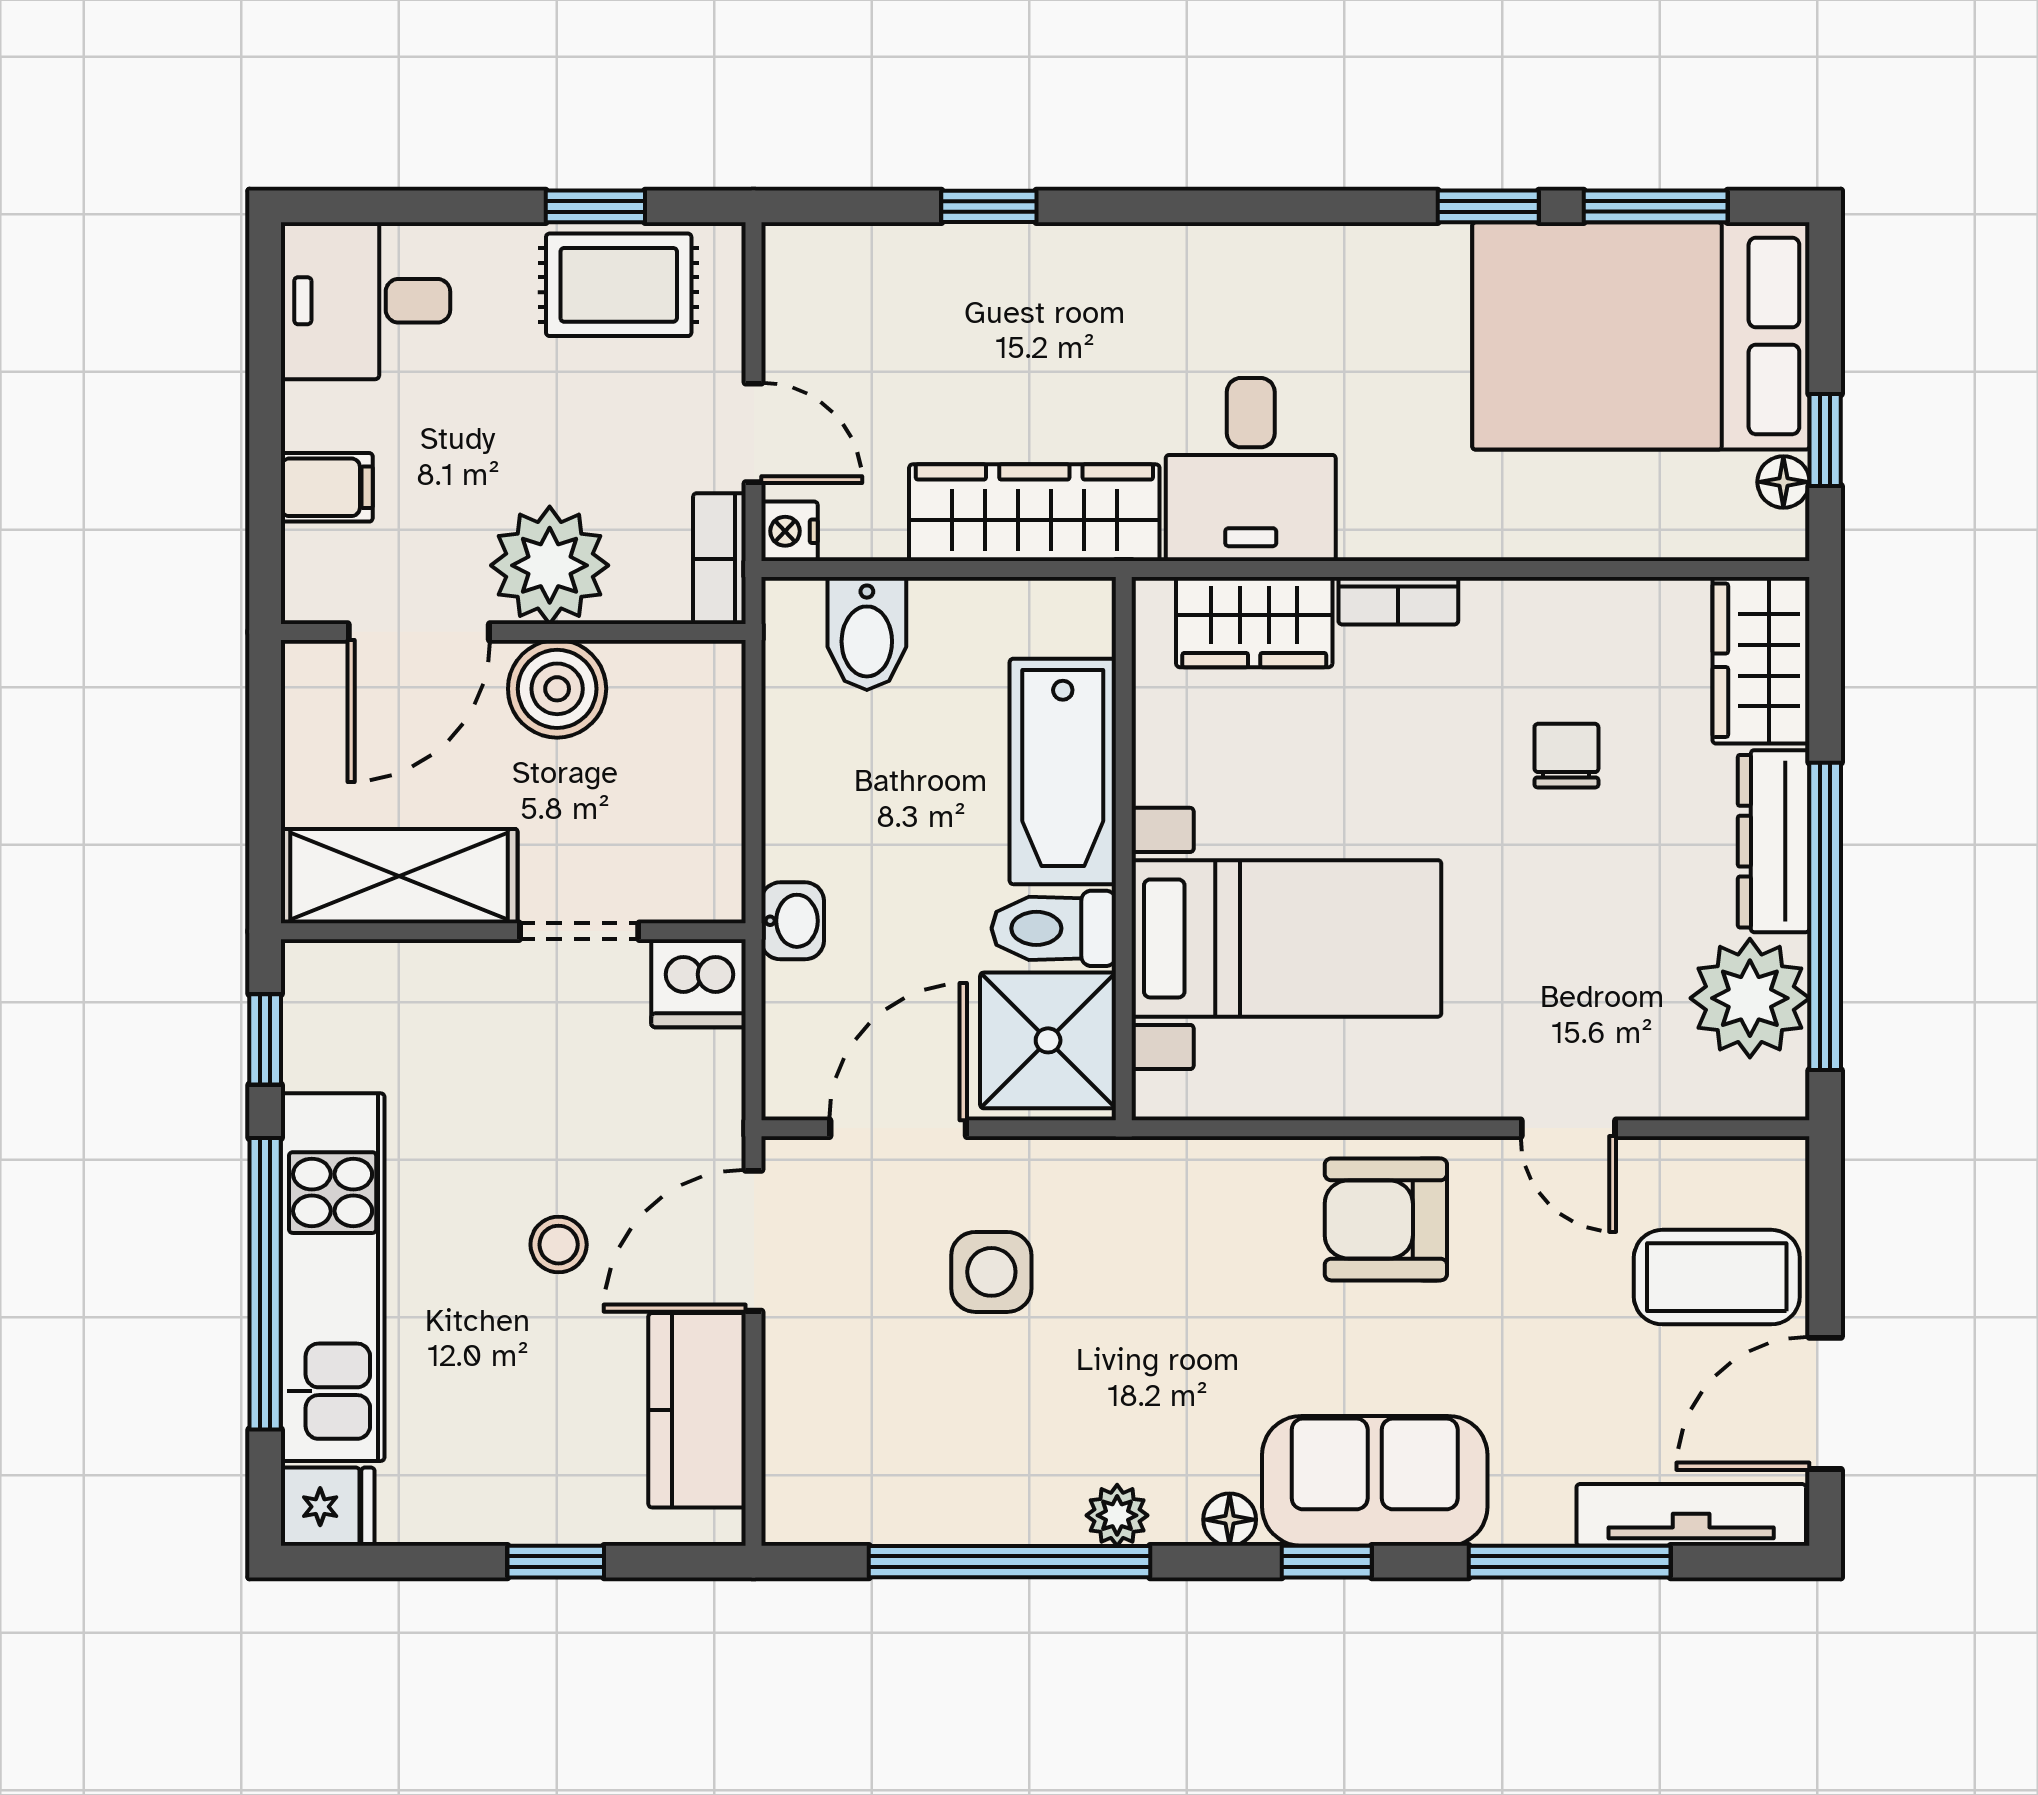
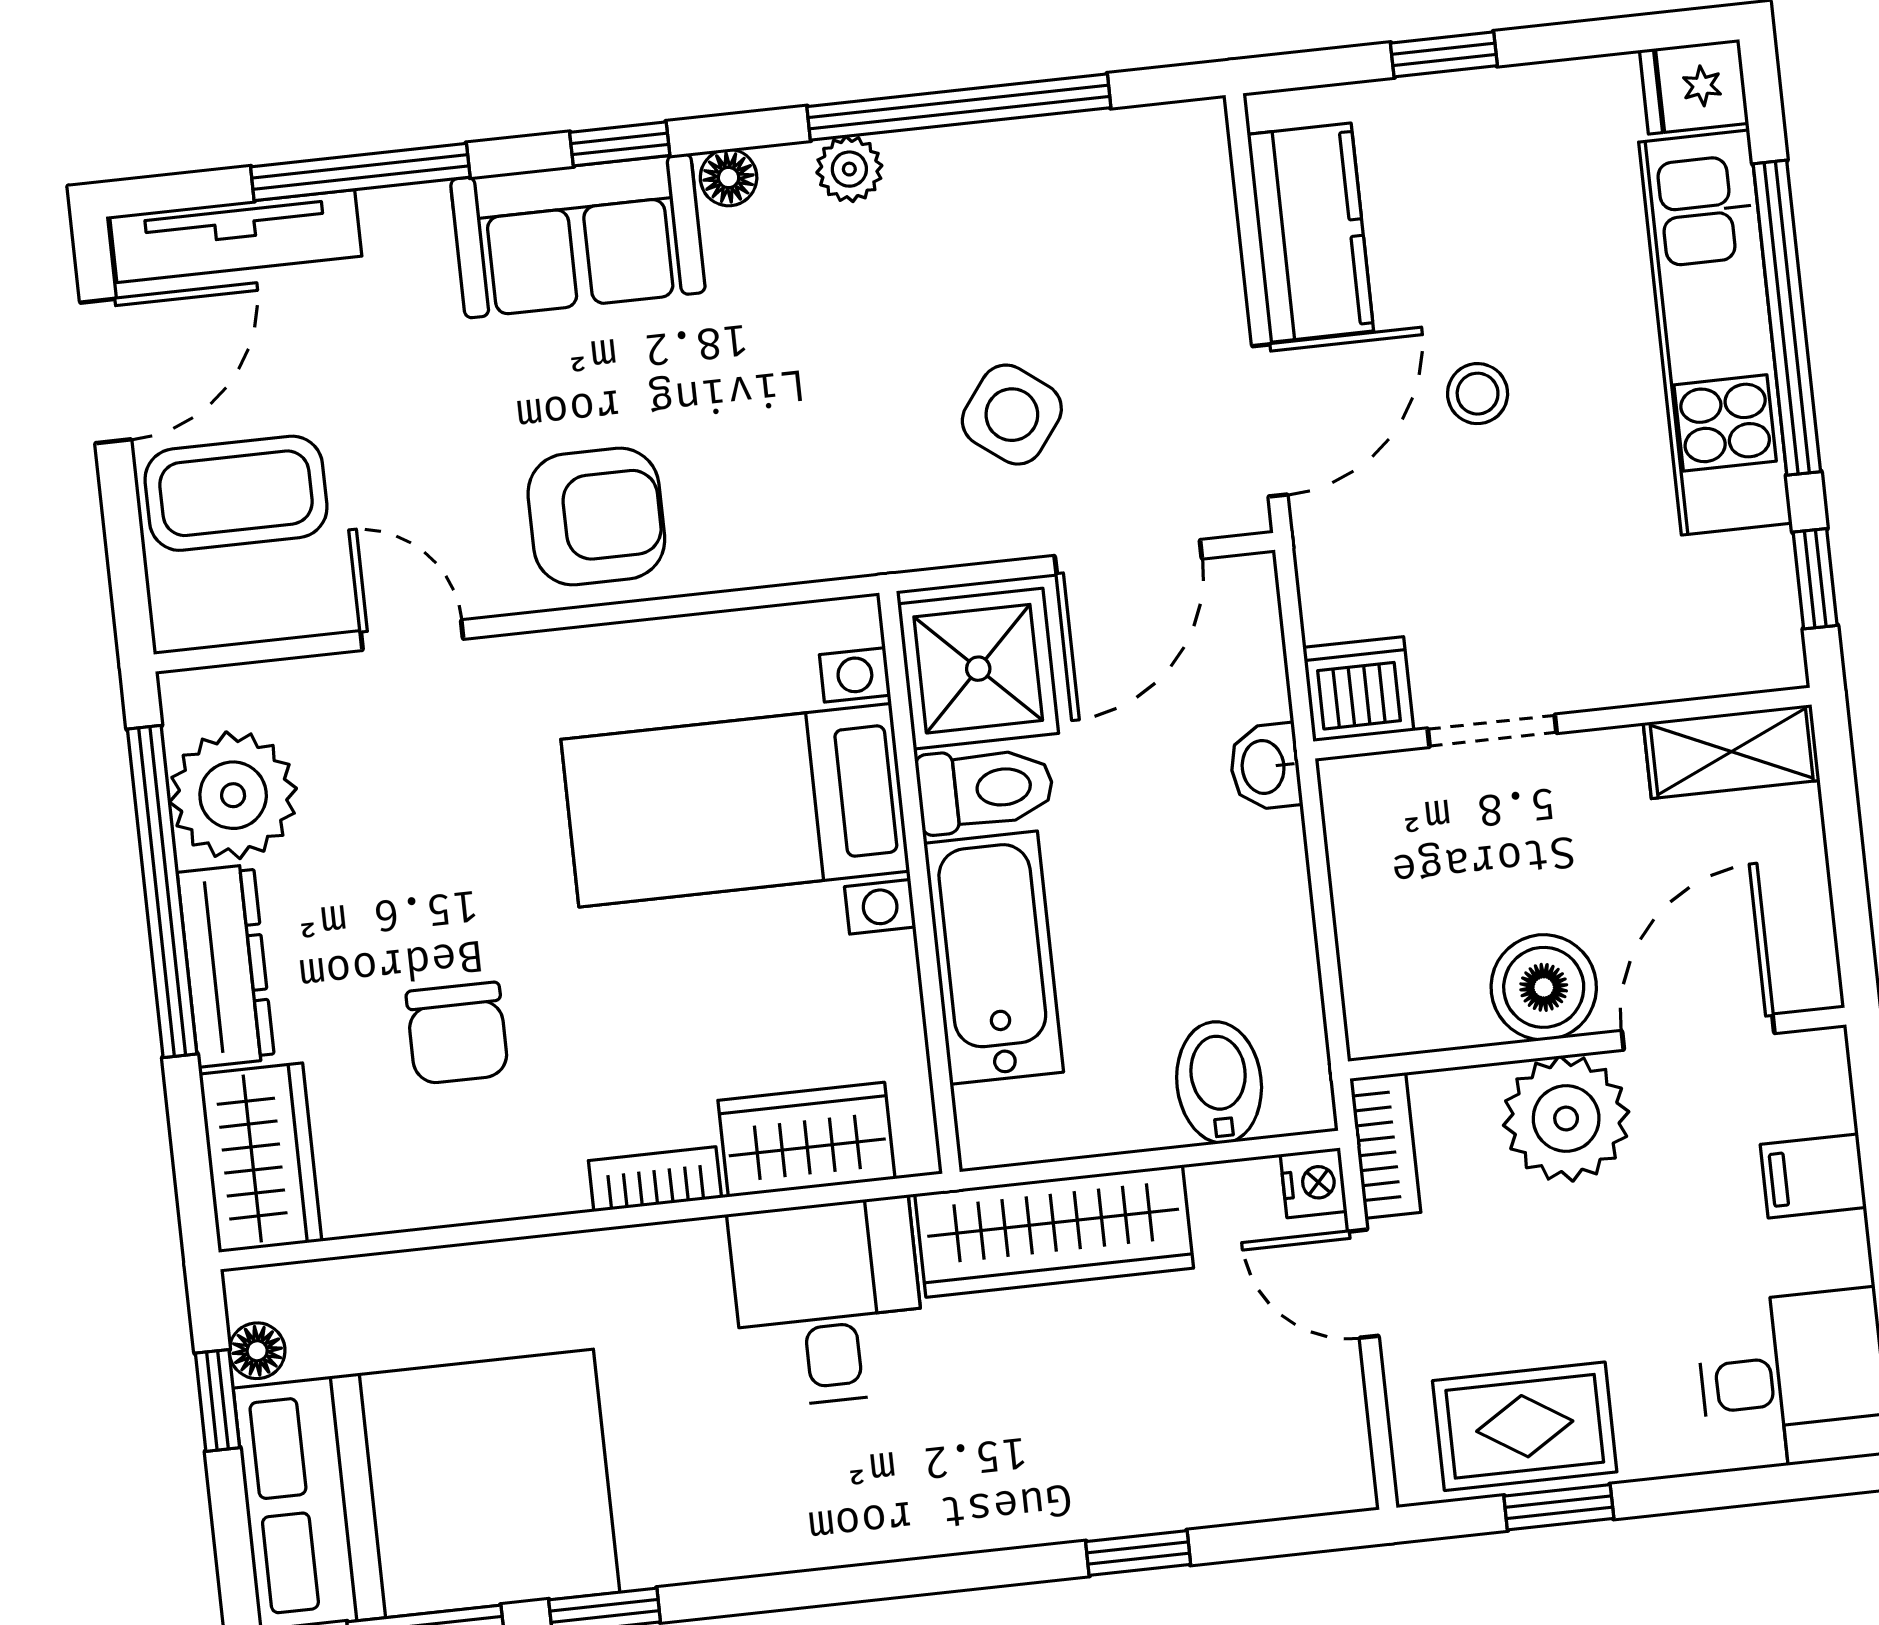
chair: (1566, 756) -> (457, 1033), width x1.37, depth x1.37
shelving: (399, 876) -> (1732, 752), width x0.67, depth x0.75
side table: (991, 1272) -> (1012, 415), turned 37

